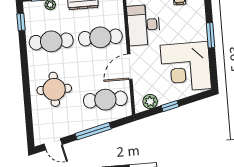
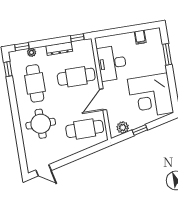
window: (211, 35) -> (167, 54), moved
cafe table: (51, 41) -> (35, 83), turned 90
window: (93, 131) -> (76, 156), removed

